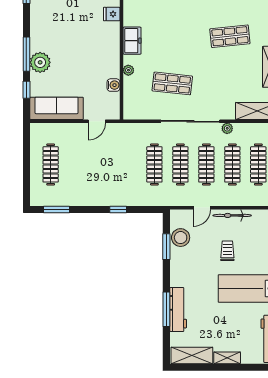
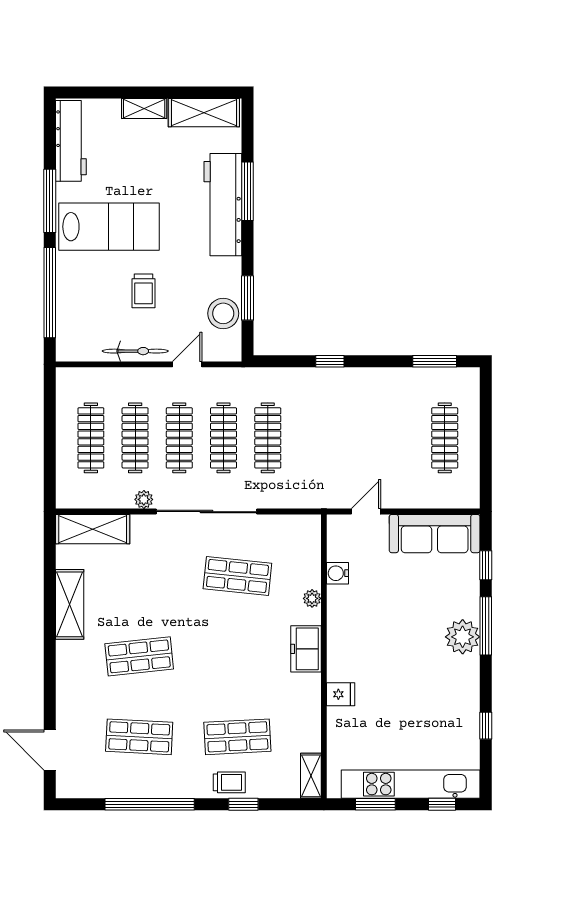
plant: (40, 62) -> (463, 637), moved
workbench: (178, 309) -> (223, 205), width x1.36, depth x1.32

